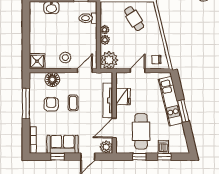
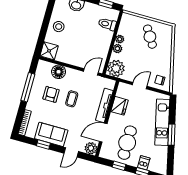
stool: (65, 58) -> (59, 27), moved

